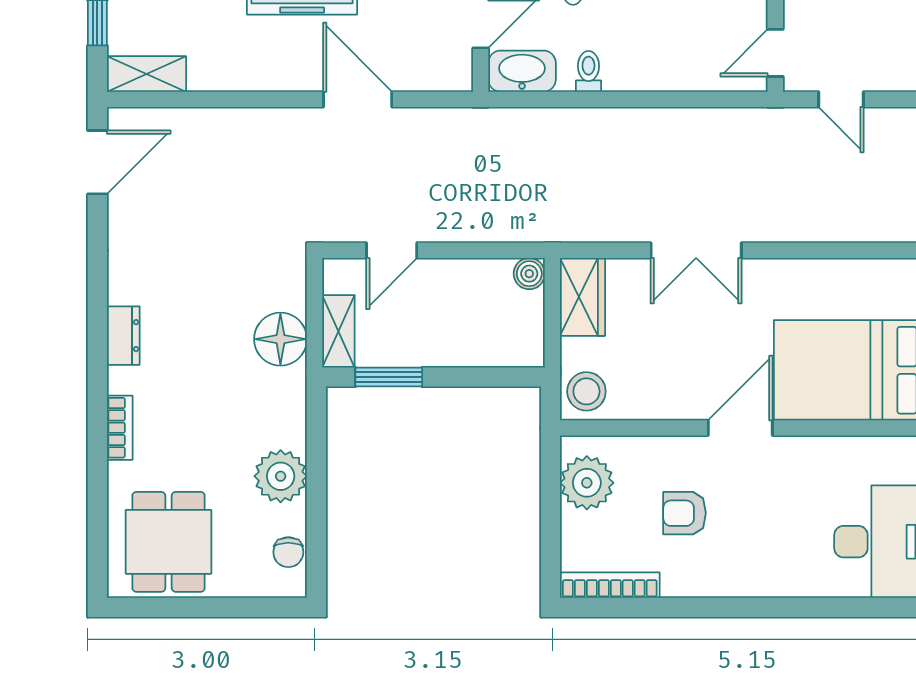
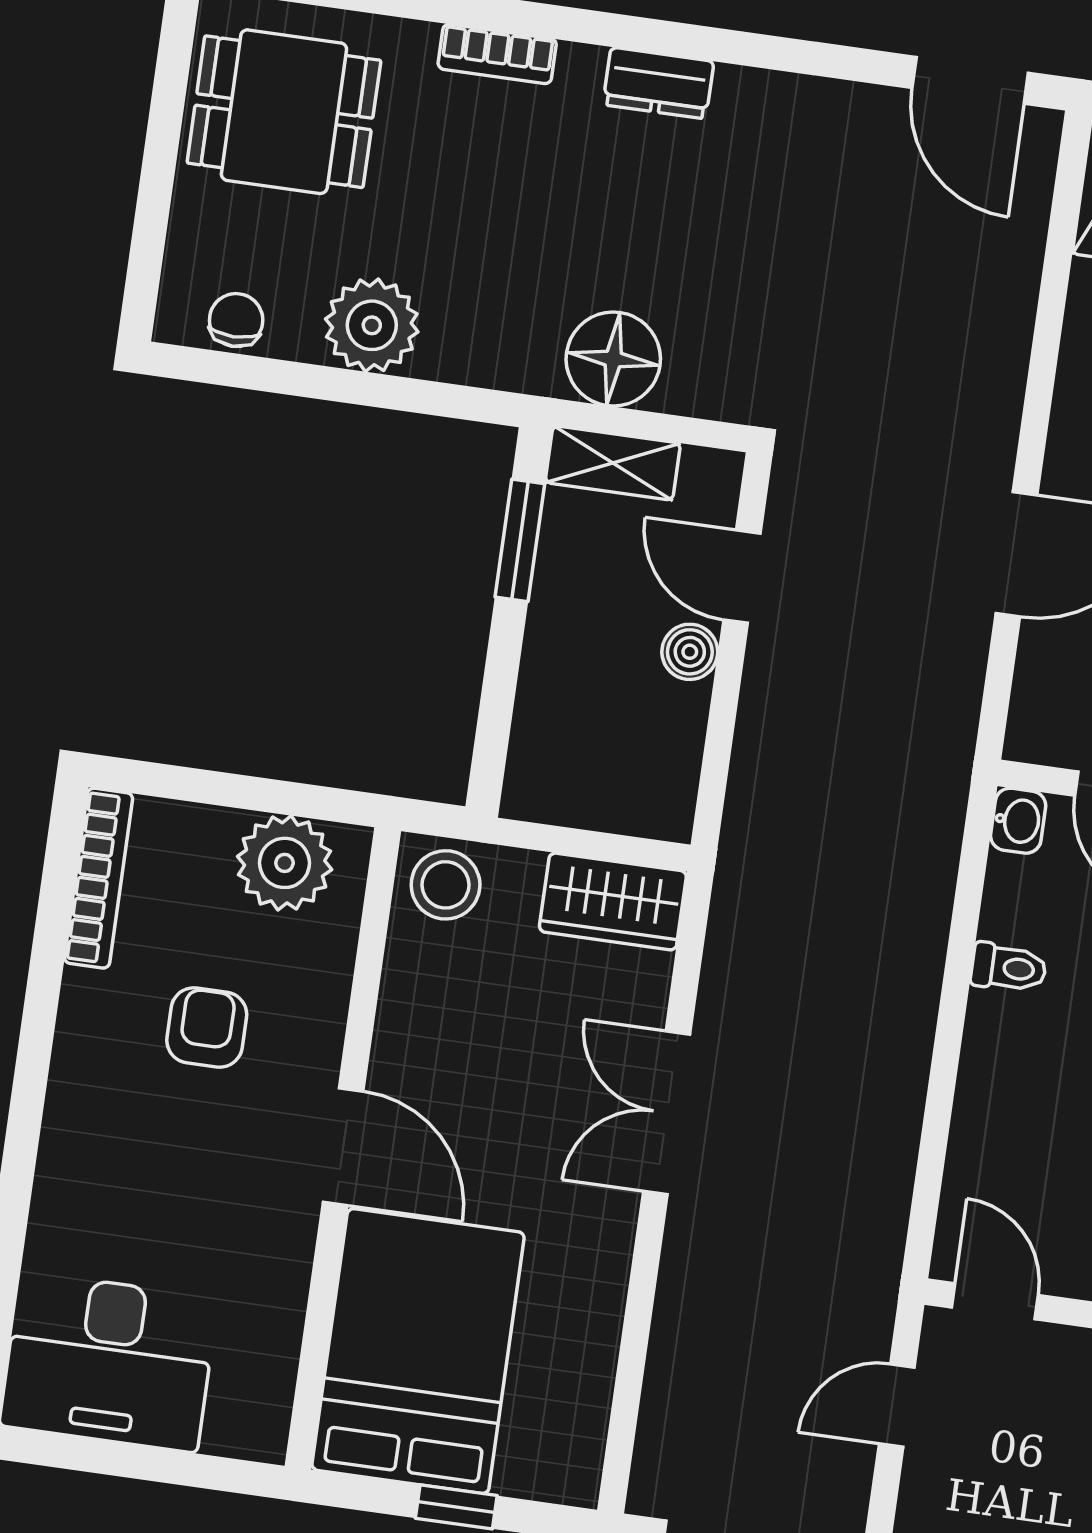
washbasin: (522, 71) -> (1018, 821), width x0.52, depth x0.69
boiler: (529, 274) -> (690, 652), moved
chair: (288, 552) -> (236, 320), turned 90

